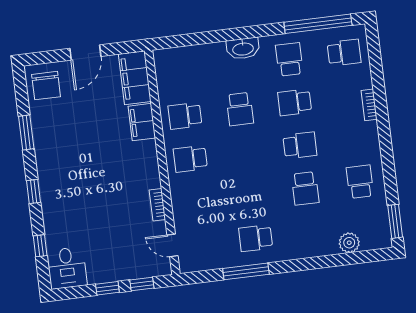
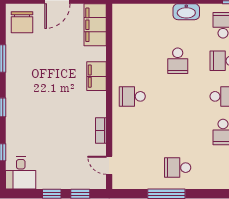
school desk: (185, 116) -> (132, 61), removed
filing cabinet: (142, 122) -> (96, 76), moved

